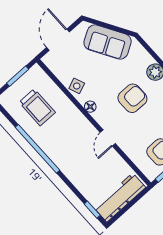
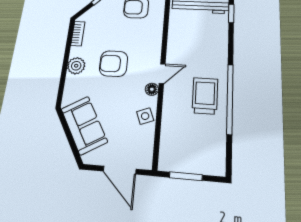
door: (58, 40) -> (120, 170), hinge flipped
trolley: (37, 107) -> (205, 96), moved
door: (108, 138) -> (162, 74), moved

